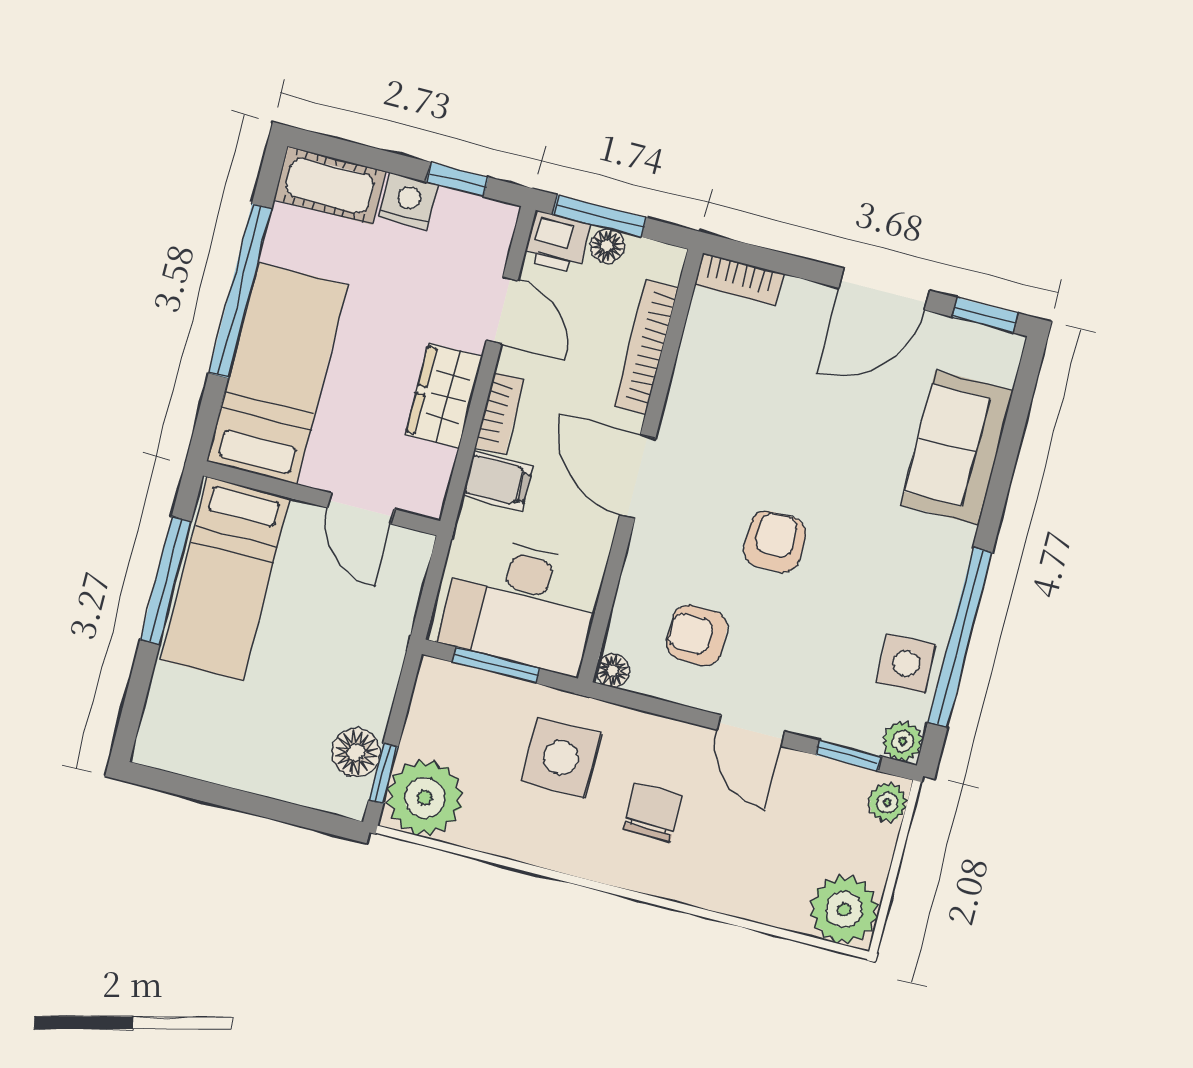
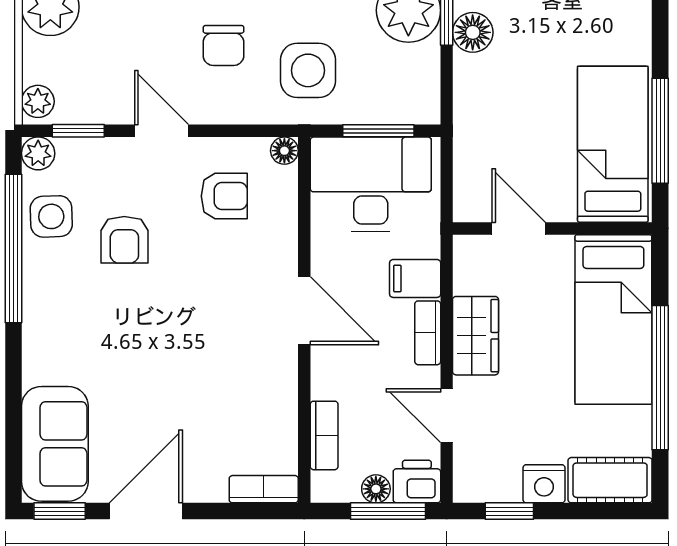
bookcase: (646, 347) -> (324, 435), width x0.64
sofa: (957, 448) -> (55, 444), moved
armchair: (775, 542) -> (124, 240), moved

